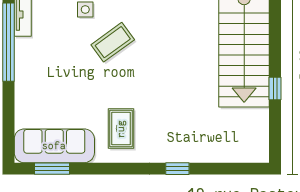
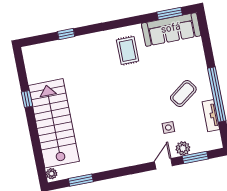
coffee table: (113, 42) -> (183, 94), moved
window: (177, 169) -> (66, 34), moved

